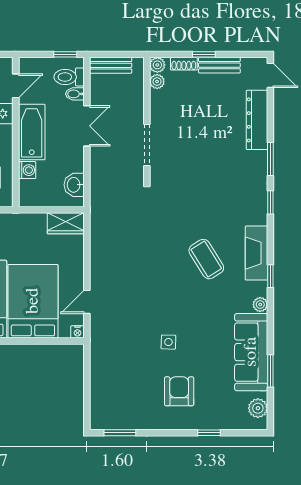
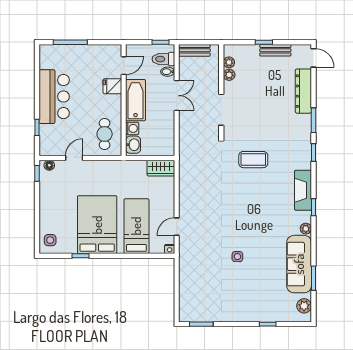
shoe rack: (184, 64) -> (249, 49), removed
plant: (157, 65) -> (229, 75), moved
washbasin: (74, 185) -> (133, 145), moved, turned 180
coffee table: (206, 259) -> (253, 160), moved, turned -58
bed: (33, 301) -> (136, 226), width x0.67
armchair: (179, 391) -> (245, 293), removed

